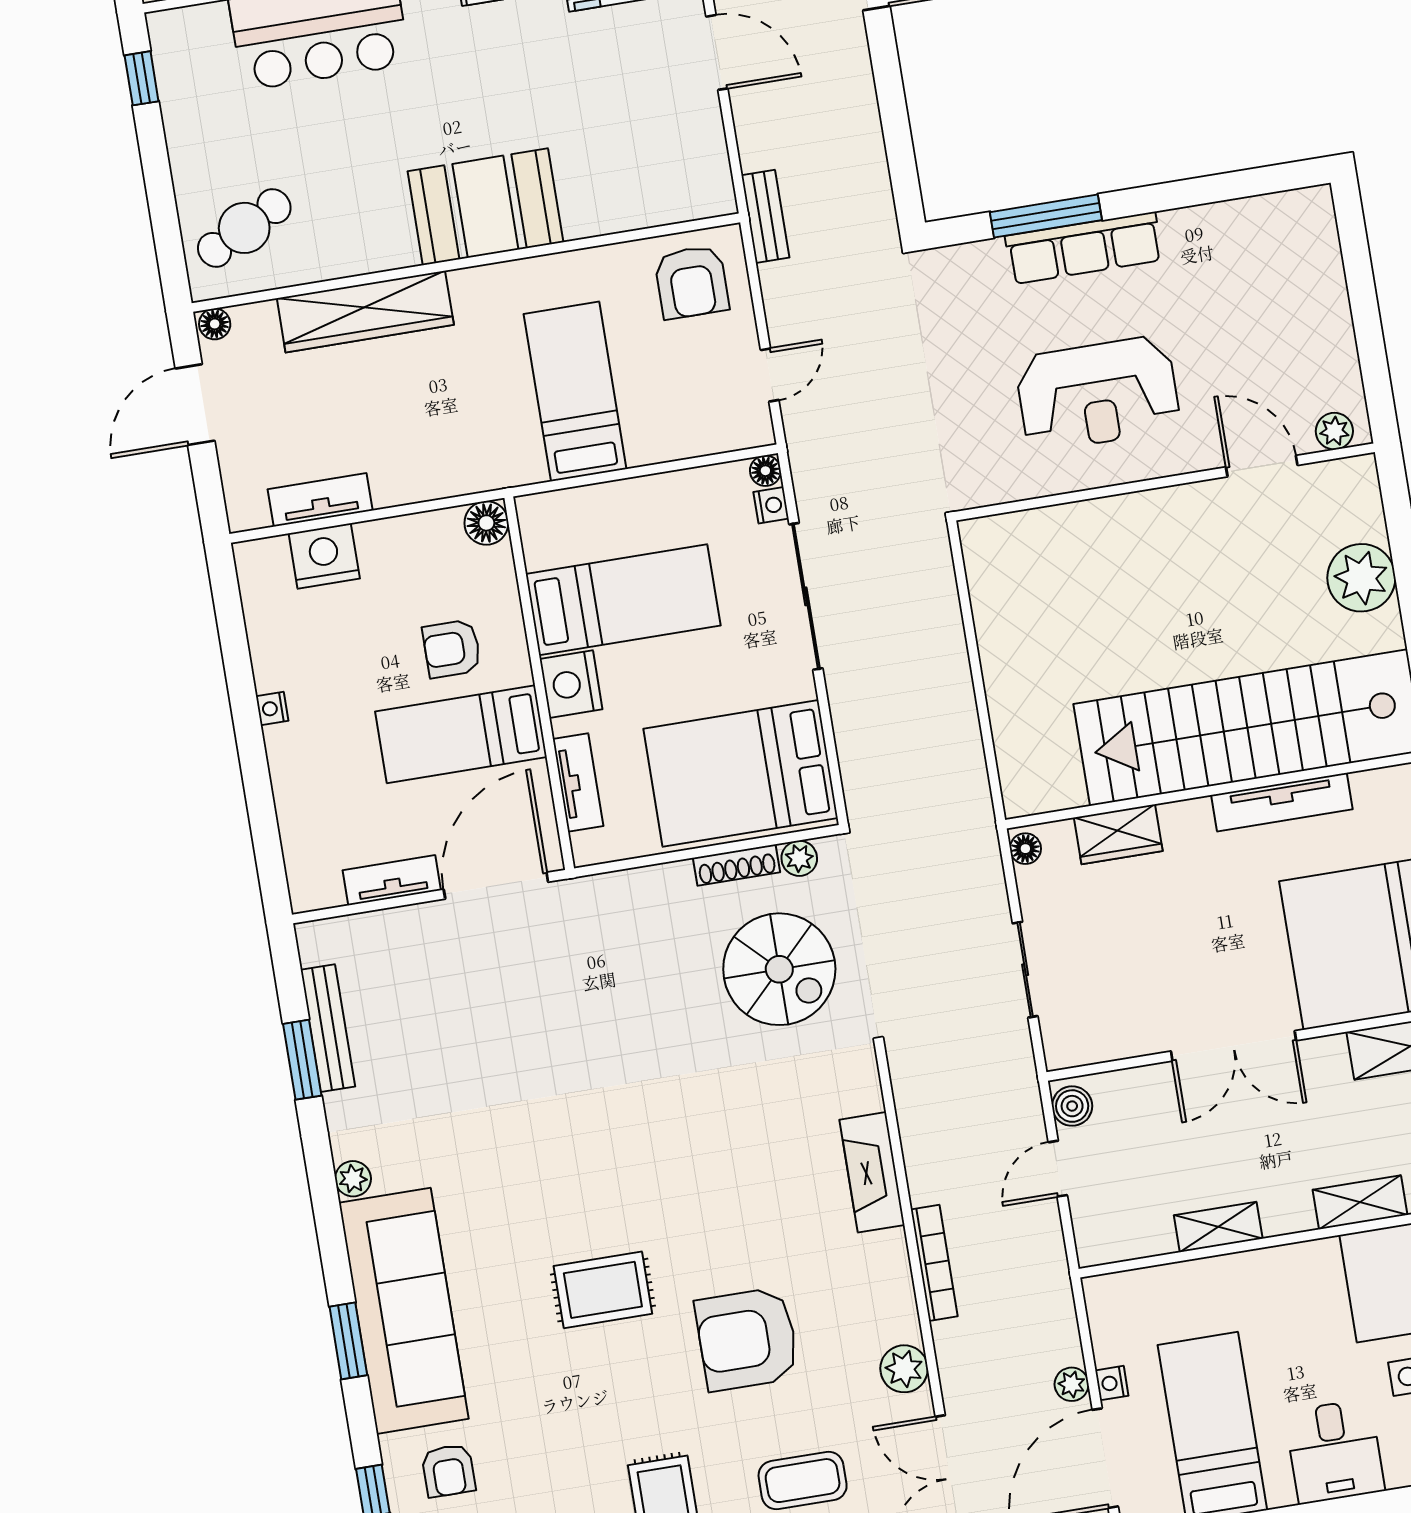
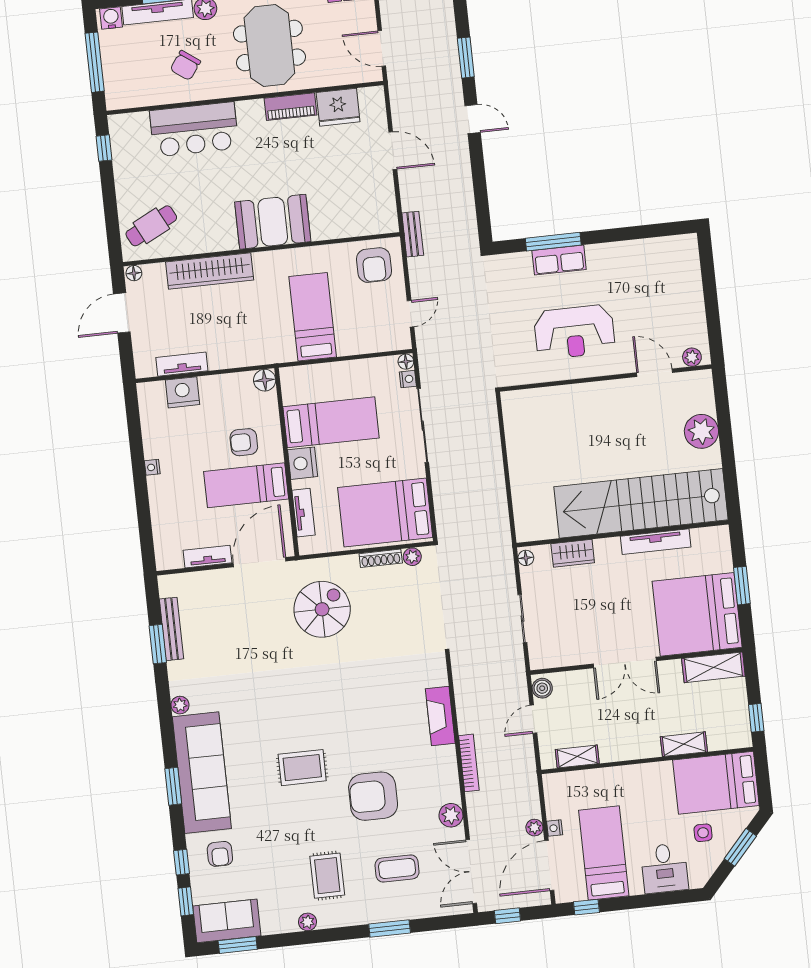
row of seats: (1084, 248) -> (559, 260), width x0.68
spiral stairs: (779, 969) -> (322, 609), moved, turned -90
shelving: (1218, 1227) -> (577, 756), moved

